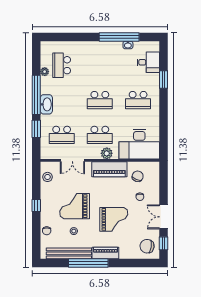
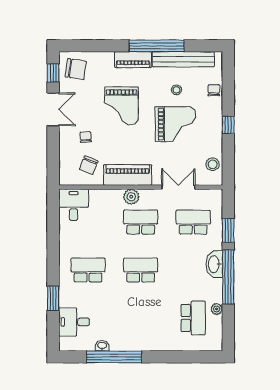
desk: (139, 144) -> (74, 205), width x0.53, depth x0.77
grand piano: (114, 219) -> (121, 106), turned -90

